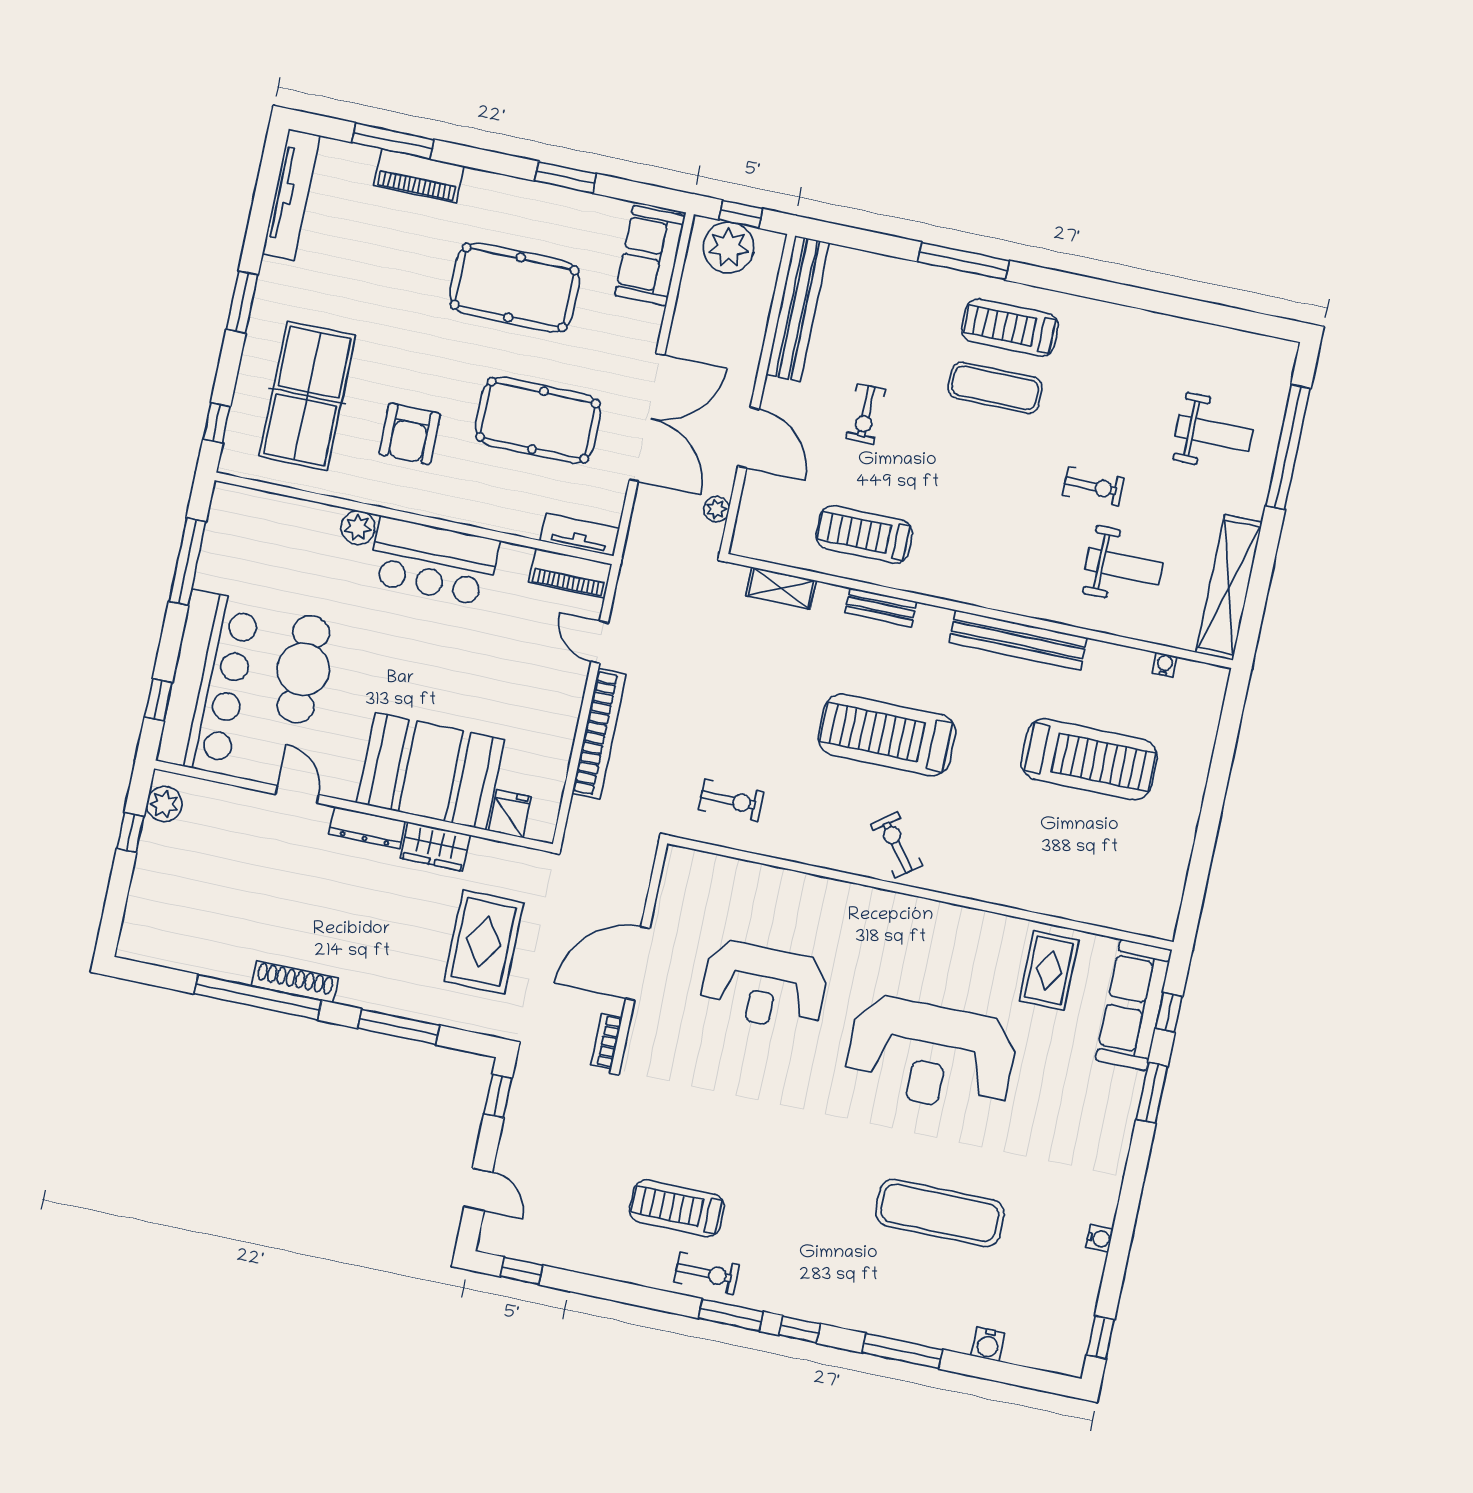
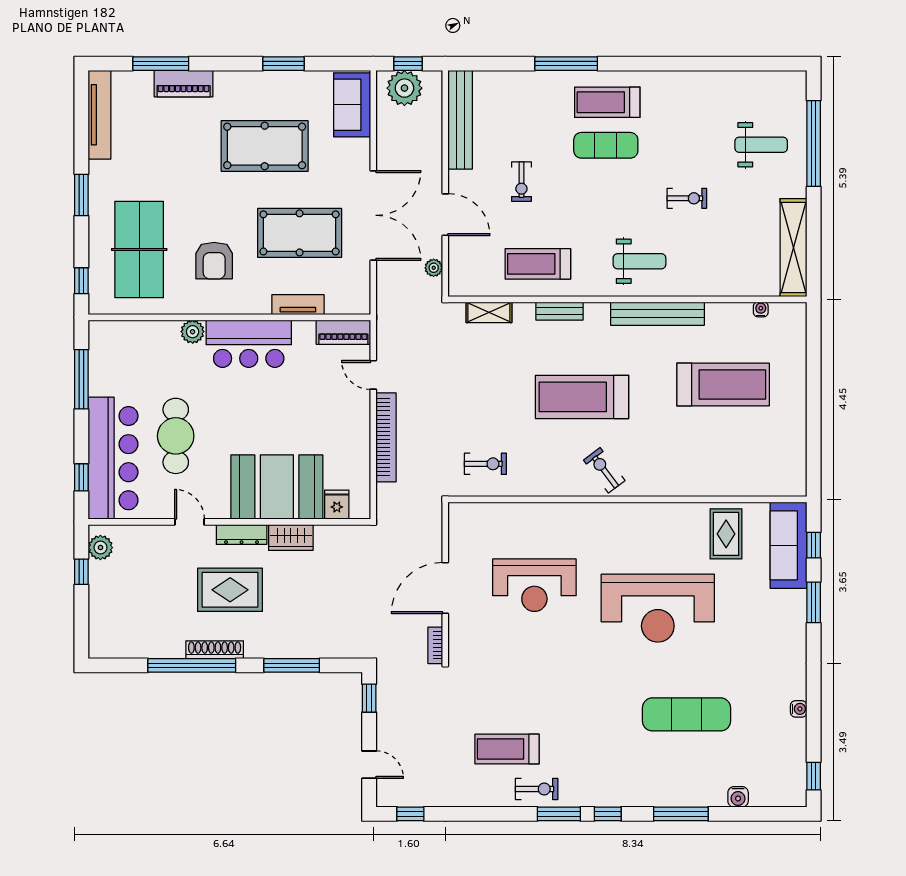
tv unit: (580, 535) -> (298, 305), moved
weight bench: (1124, 566) -> (639, 261), moved
rug: (484, 942) -> (230, 590), moved, turned 90

